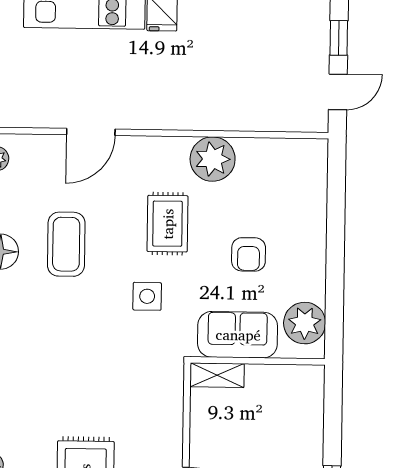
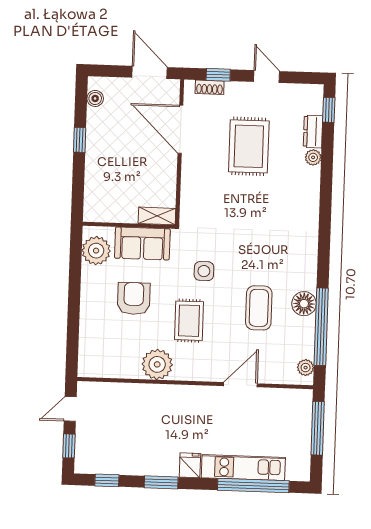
armchair: (249, 254) -> (134, 298), width x1.38, depth x1.38

